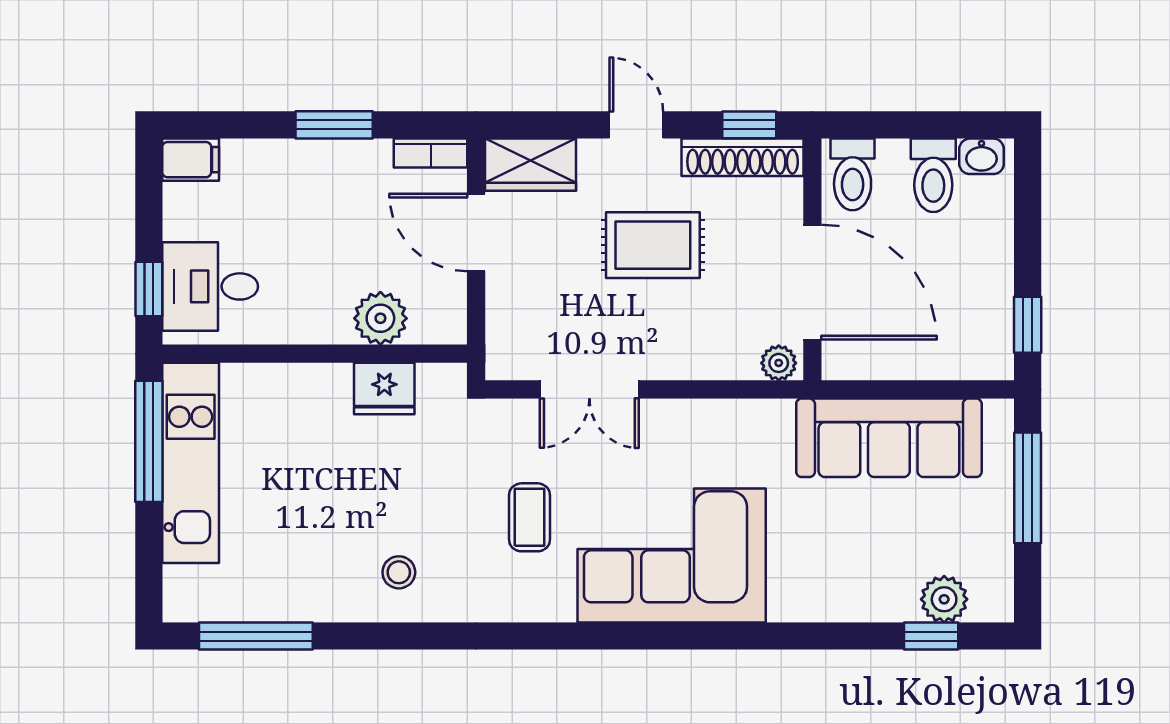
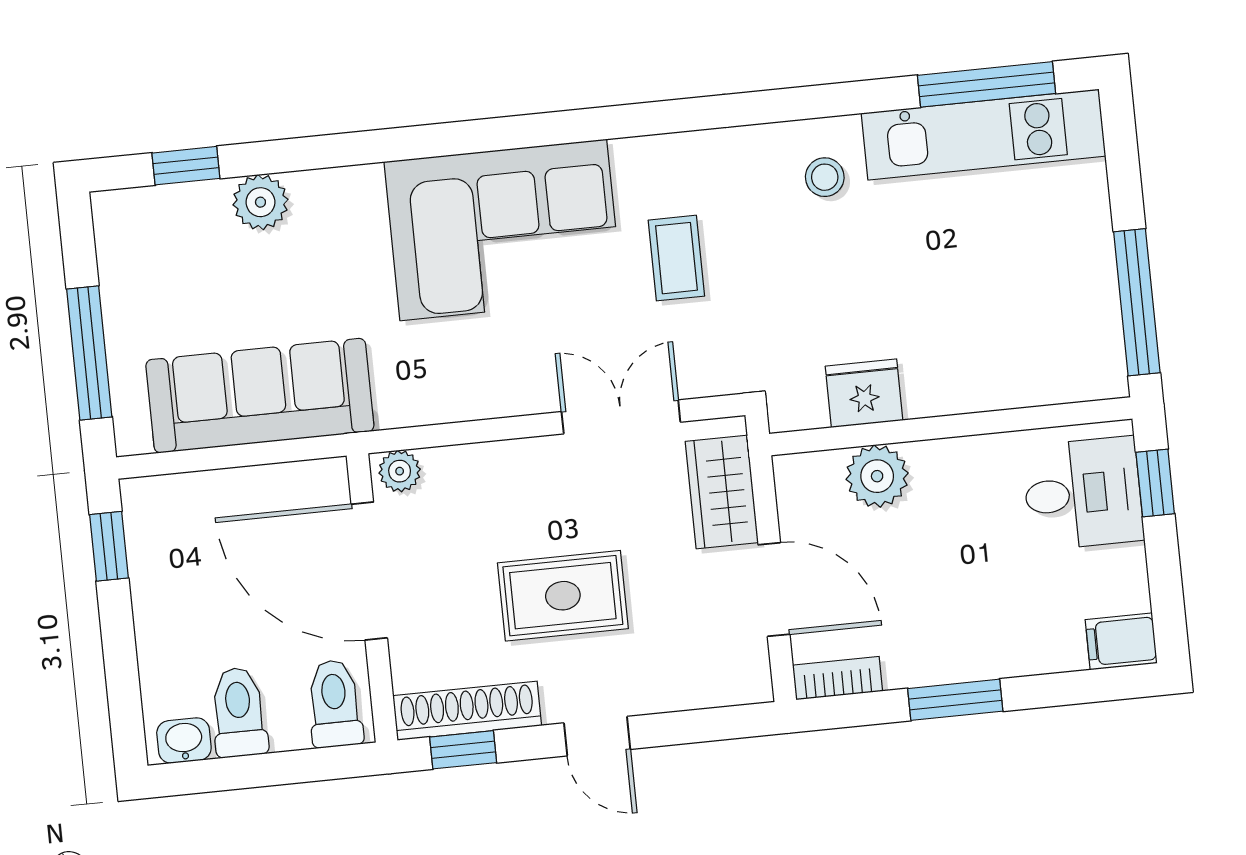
wardrobe: (530, 165) -> (722, 492), moved, turned -90
kitchen unit: (191, 463) -> (984, 135), moved, turned -90
plant: (944, 599) -> (260, 202), moved

